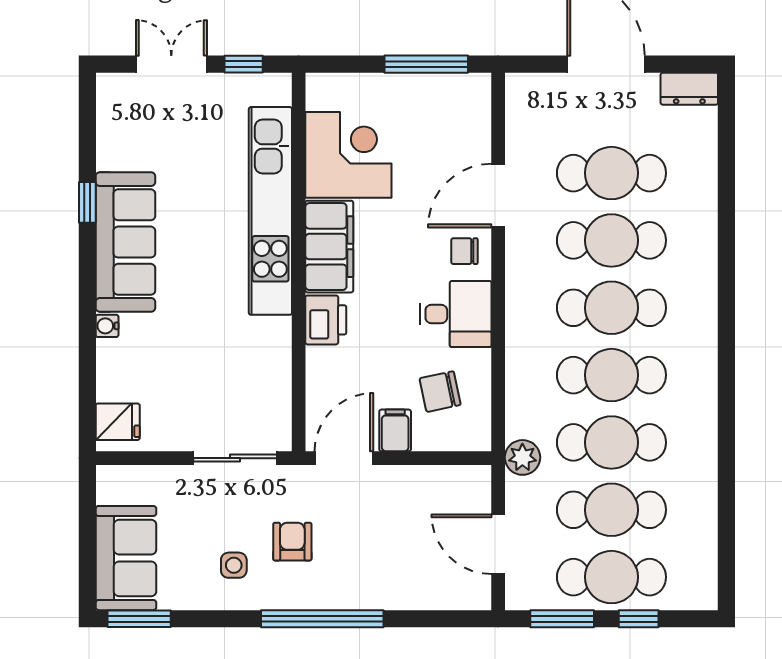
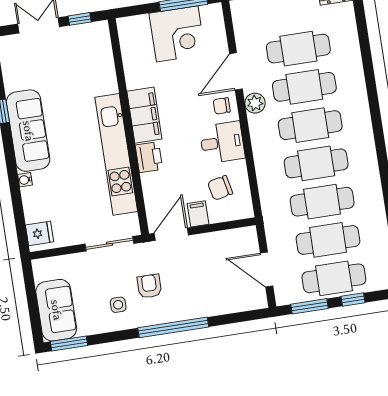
corner desk: (348, 155) -> (177, 34), moved, turned 90
kitchen unit: (270, 211) -> (116, 154), moved
plant: (522, 457) -> (255, 103), moved

